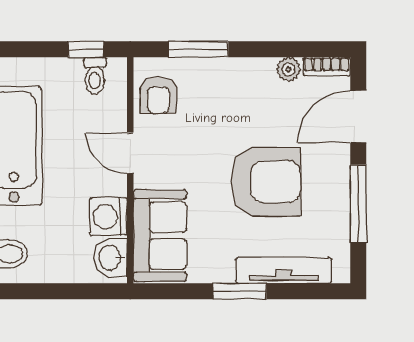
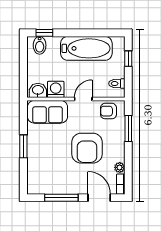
window: (86, 49) -> (128, 59), moved
armchair: (266, 182) -> (87, 148), moved
tv unit: (284, 270) -> (32, 165), removed

